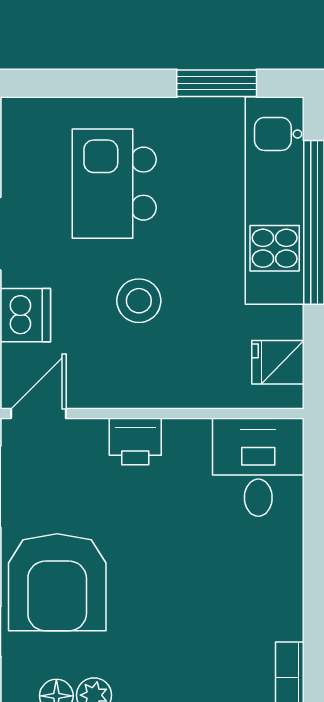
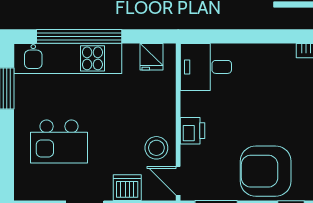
stool: (139, 301) -> (156, 148), moved
armchair: (57, 582) -> (266, 171), turned 180

